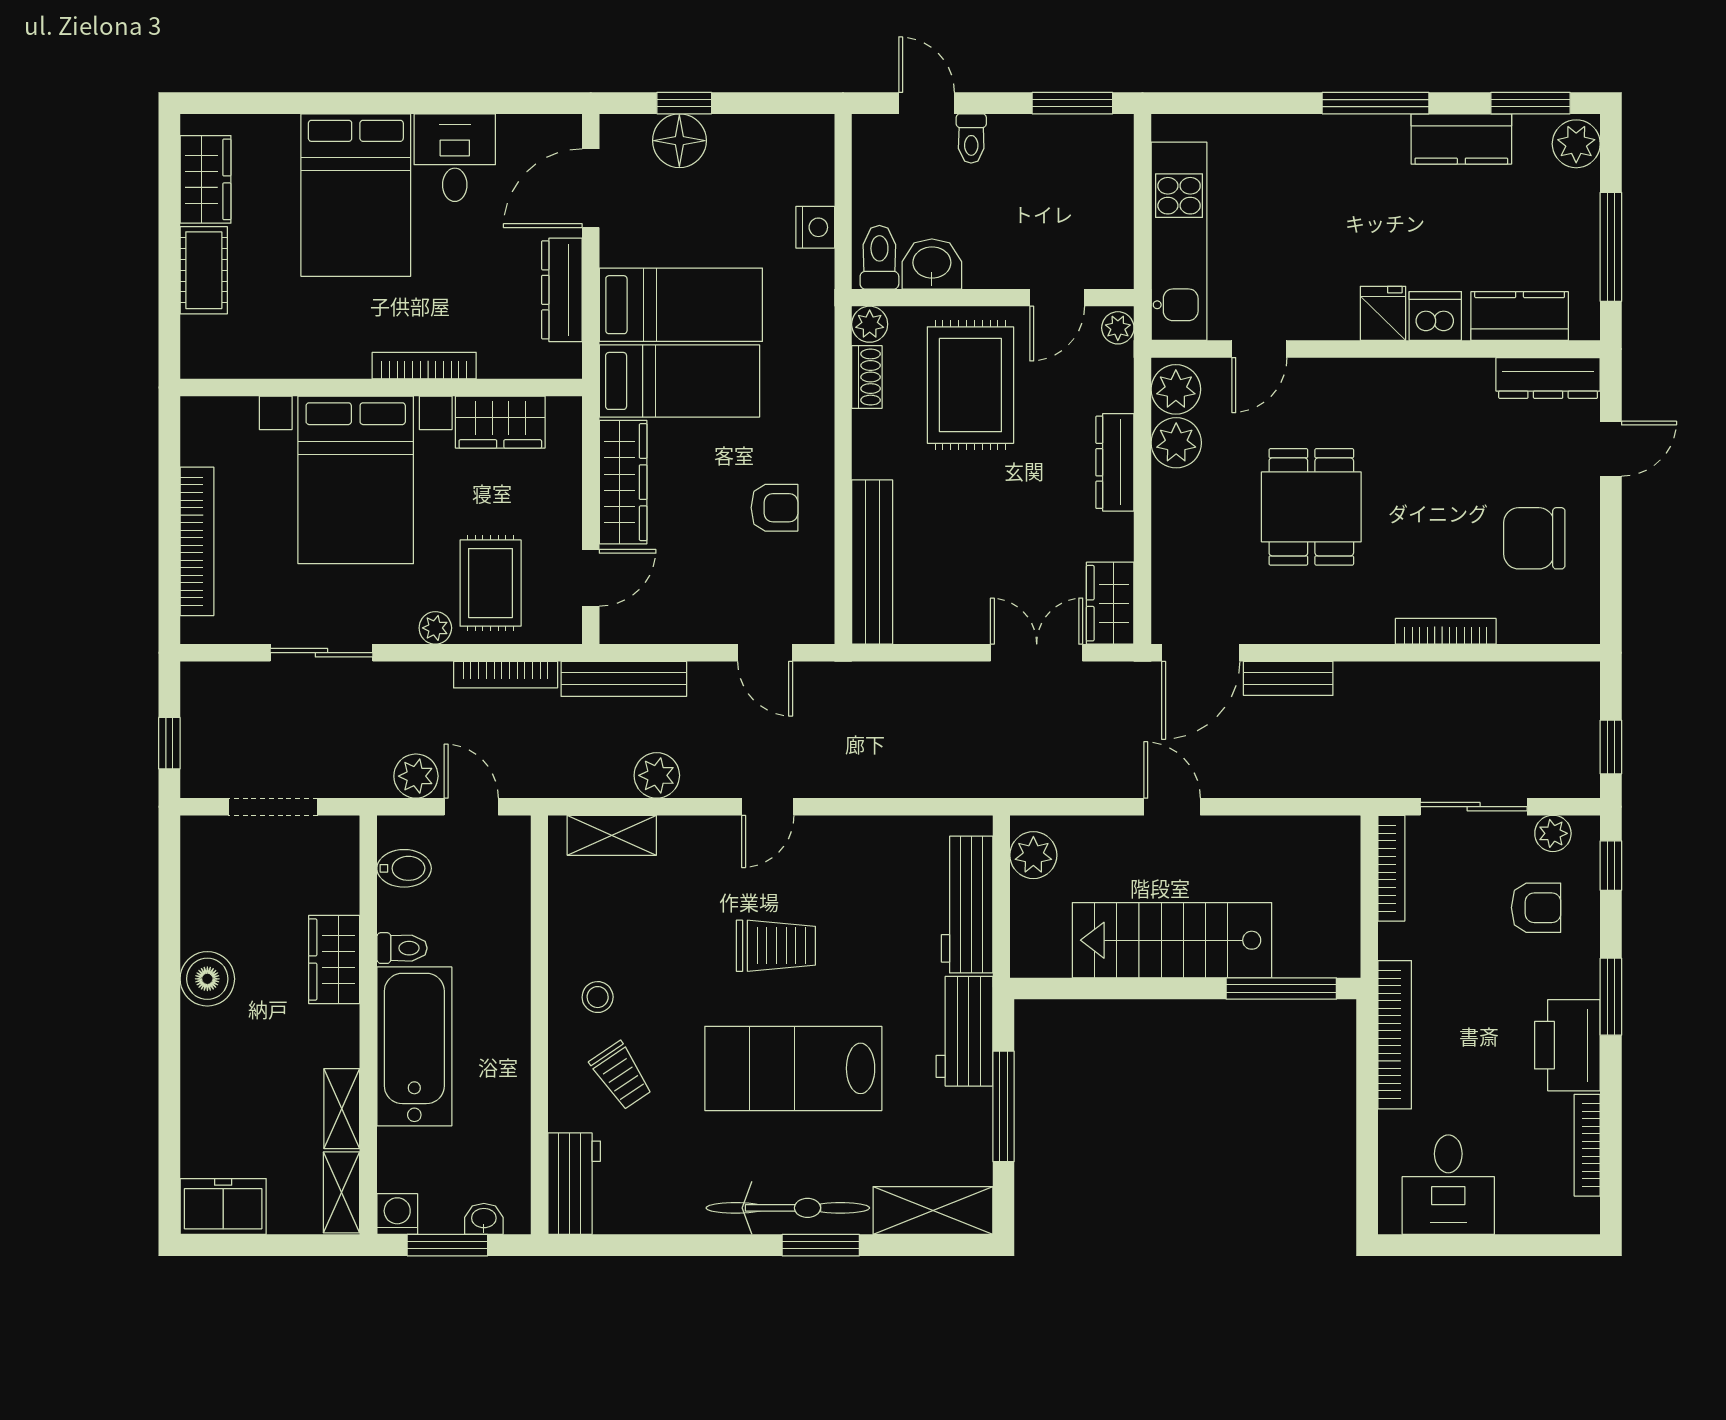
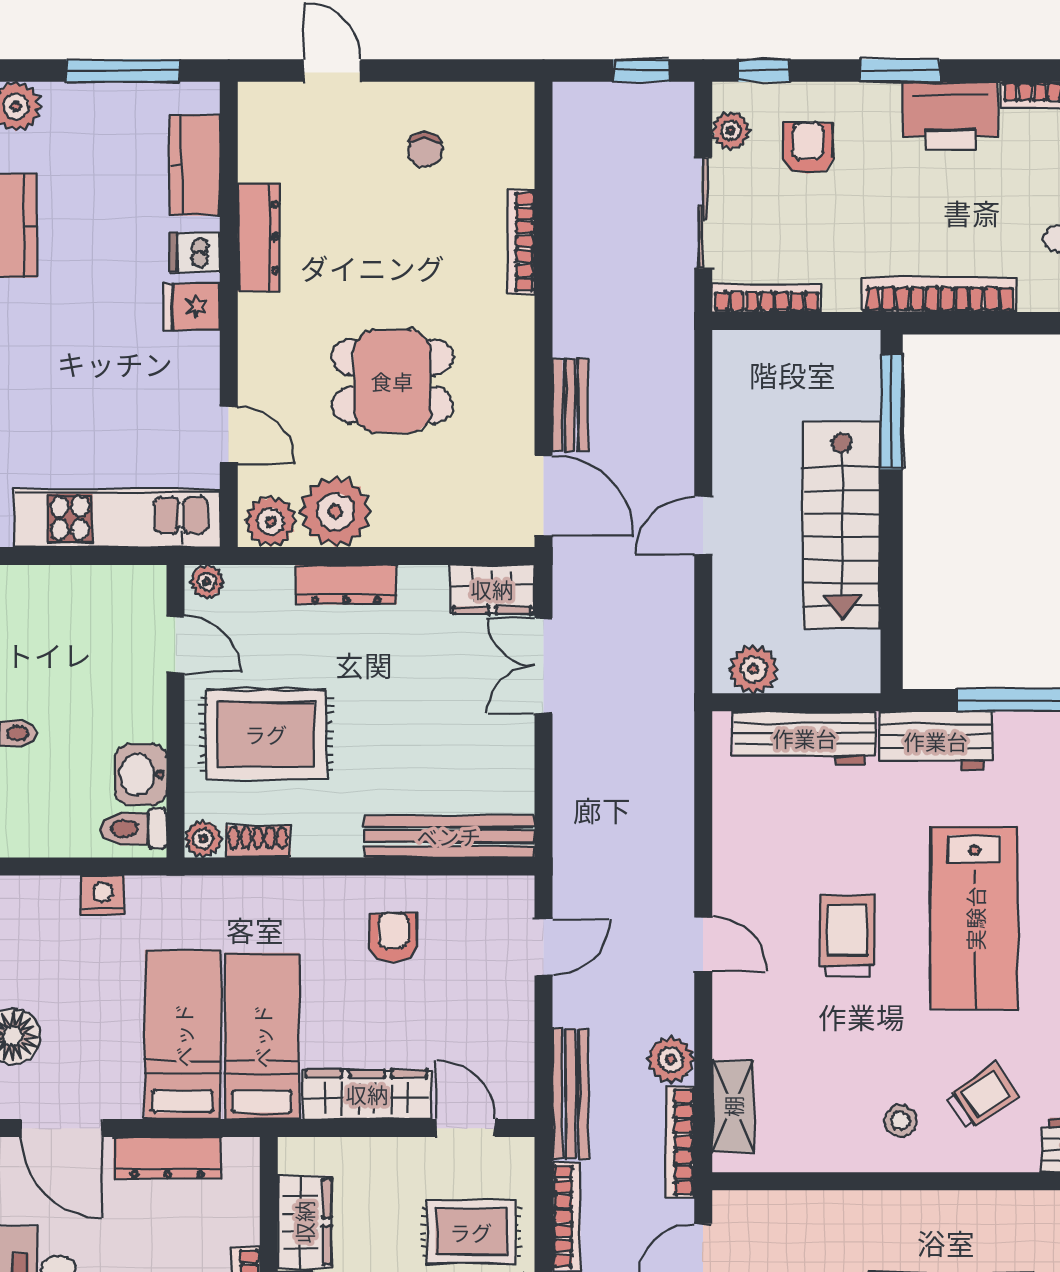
dishwasher: (1435, 316) -> (195, 252), width x0.73
dresser: (1548, 378) -> (259, 237), moved
plant: (1176, 443) -> (335, 512), width x1.36, depth x1.36
chair: (1534, 538) -> (425, 150), width x0.54, depth x0.54
bookcase: (577, 784) -> (680, 1142), added

